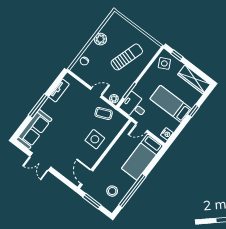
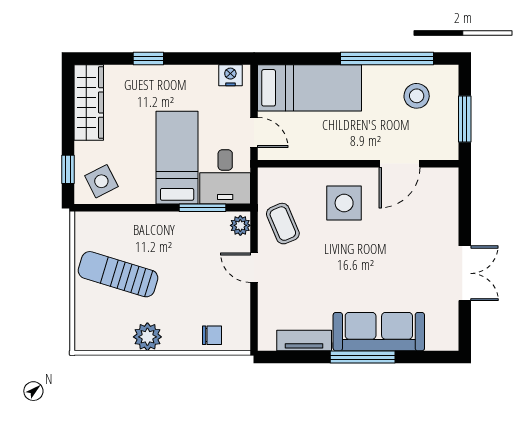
sun lounger: (127, 57) -> (118, 274), moved
bed: (171, 104) -> (177, 158), moved, turned 180
sofa: (34, 129) -> (379, 332), moved
door: (87, 177) -> (399, 164), moved

